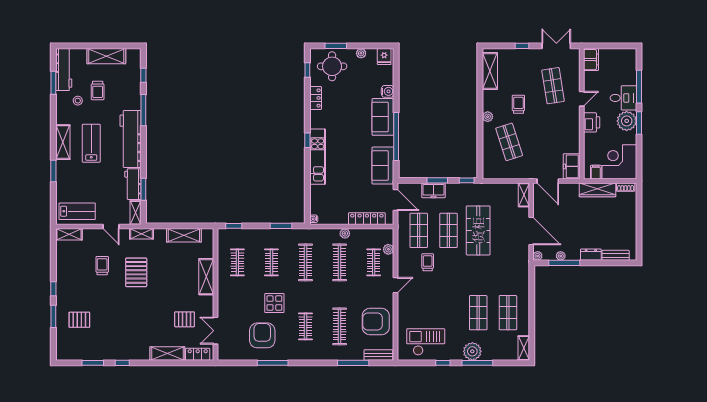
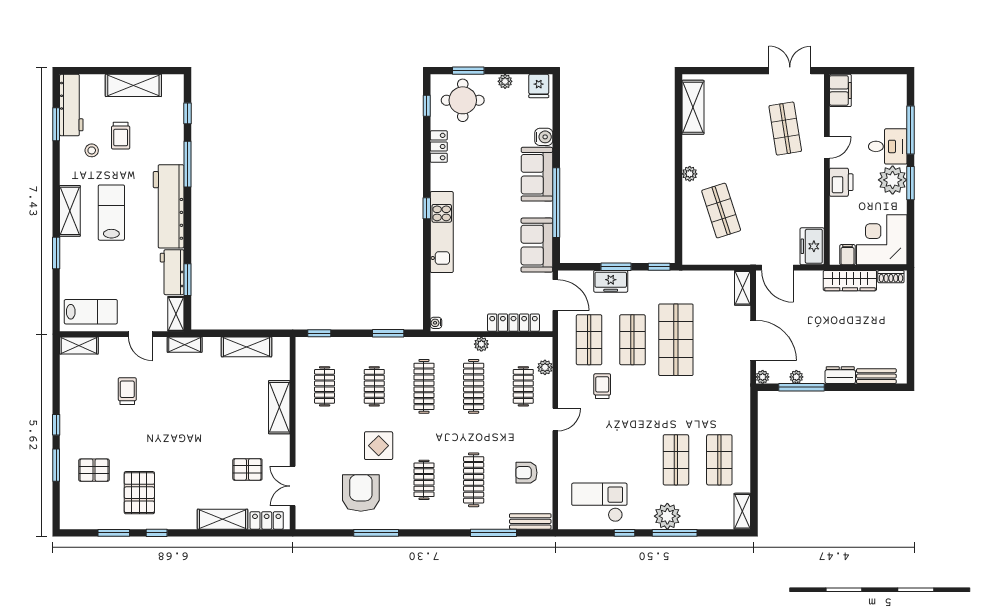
window: (522, 46) -> (740, 71), removed
trolley: (518, 104) -> (735, 156), removed
pallet: (136, 272) -> (139, 493), moved
armchair: (376, 321) -> (526, 473), width x0.53, depth x0.53

